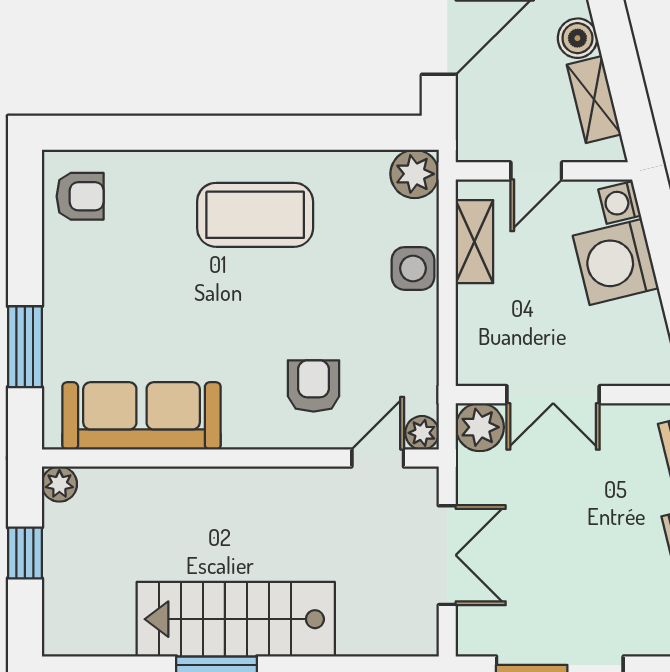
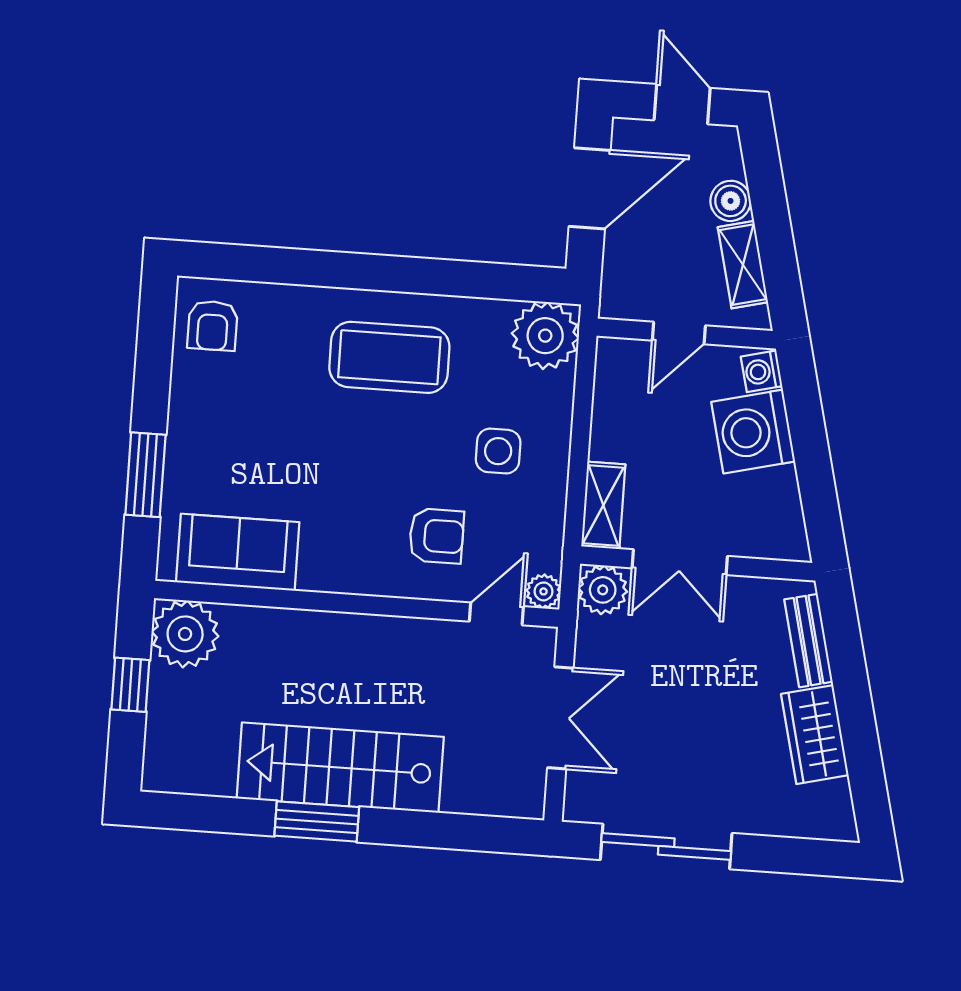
plant: (415, 174) -> (545, 336), width x1.36, depth x1.36
armchair: (80, 196) -> (213, 326), turned 90
shelving: (474, 242) -> (603, 505), moved
side table: (413, 268) -> (498, 451), moved
armchair: (314, 386) -> (436, 536), turned 90
sofa: (141, 416) -> (238, 552), width x0.73
plant: (59, 484) -> (185, 634), width x1.87, depth x1.87

